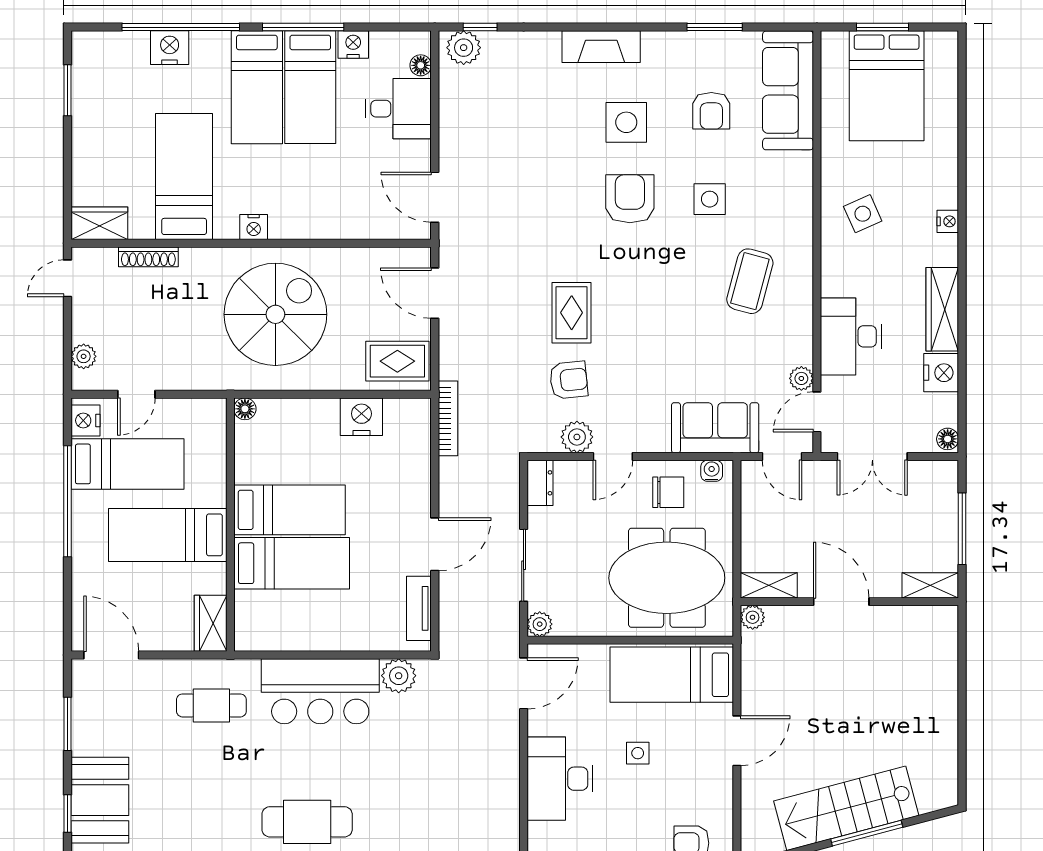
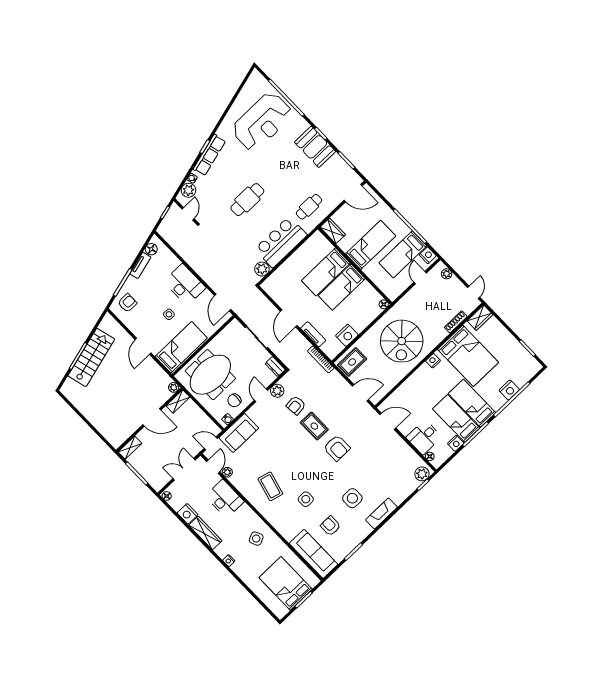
bed: (184, 177) -> (468, 356), width x1.50
armchair: (630, 199) -> (337, 448), moved
tv unit: (419, 608) -> (313, 334), moved
plant: (540, 624) -> (235, 325), removed

